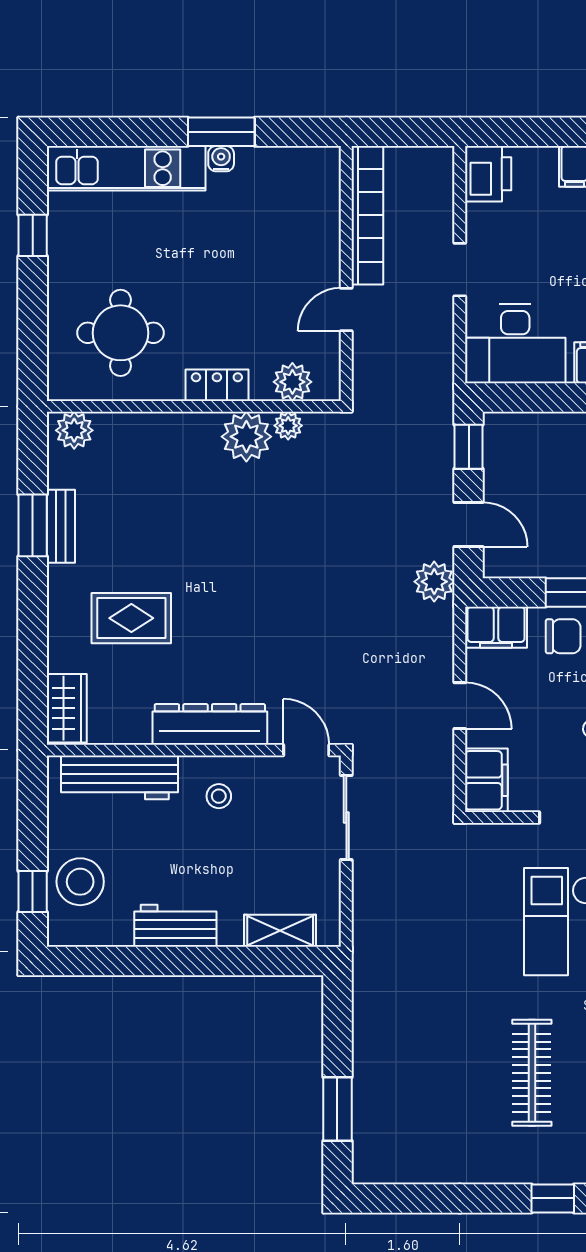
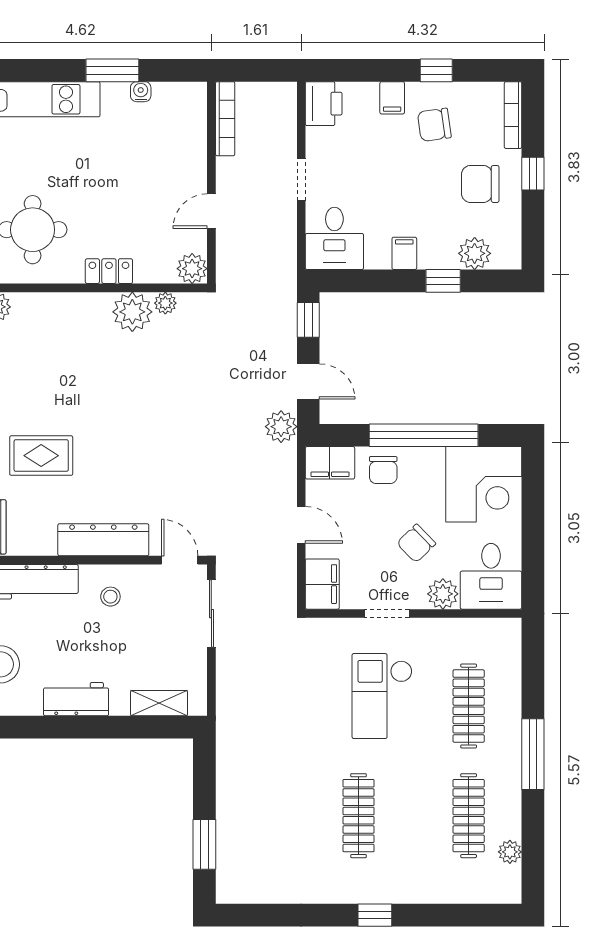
water cooler: (221, 159) -> (141, 92), moved
bookcase: (367, 215) -> (225, 119), width x0.68, depth x0.76
desk: (515, 344) -> (334, 238), width x0.73
plant: (292, 382) -> (192, 269), moved
chair: (563, 636) -> (383, 470), turned 90

